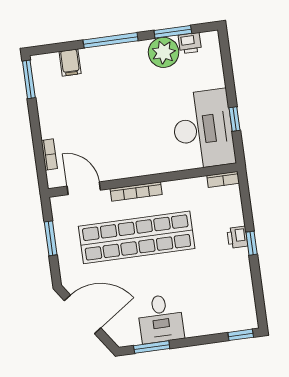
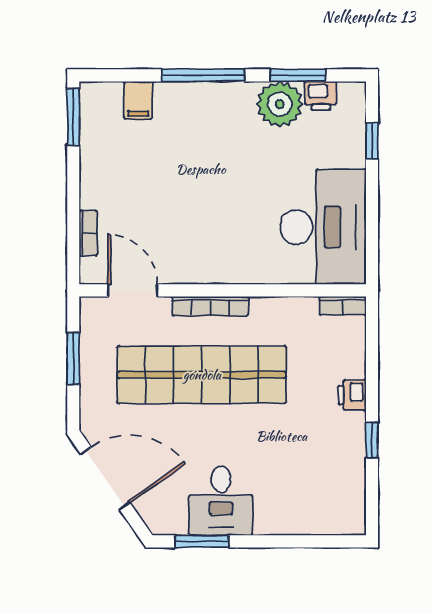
window: (235, 119) -> (372, 141), moved
window: (252, 243) -> (372, 440), moved
window: (241, 335) -> (337, 541), removed

